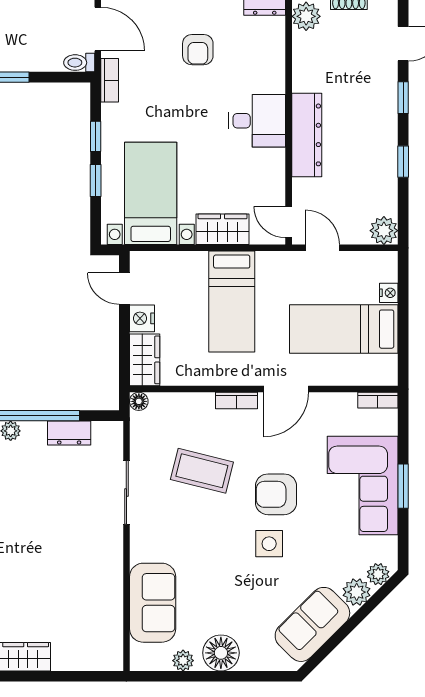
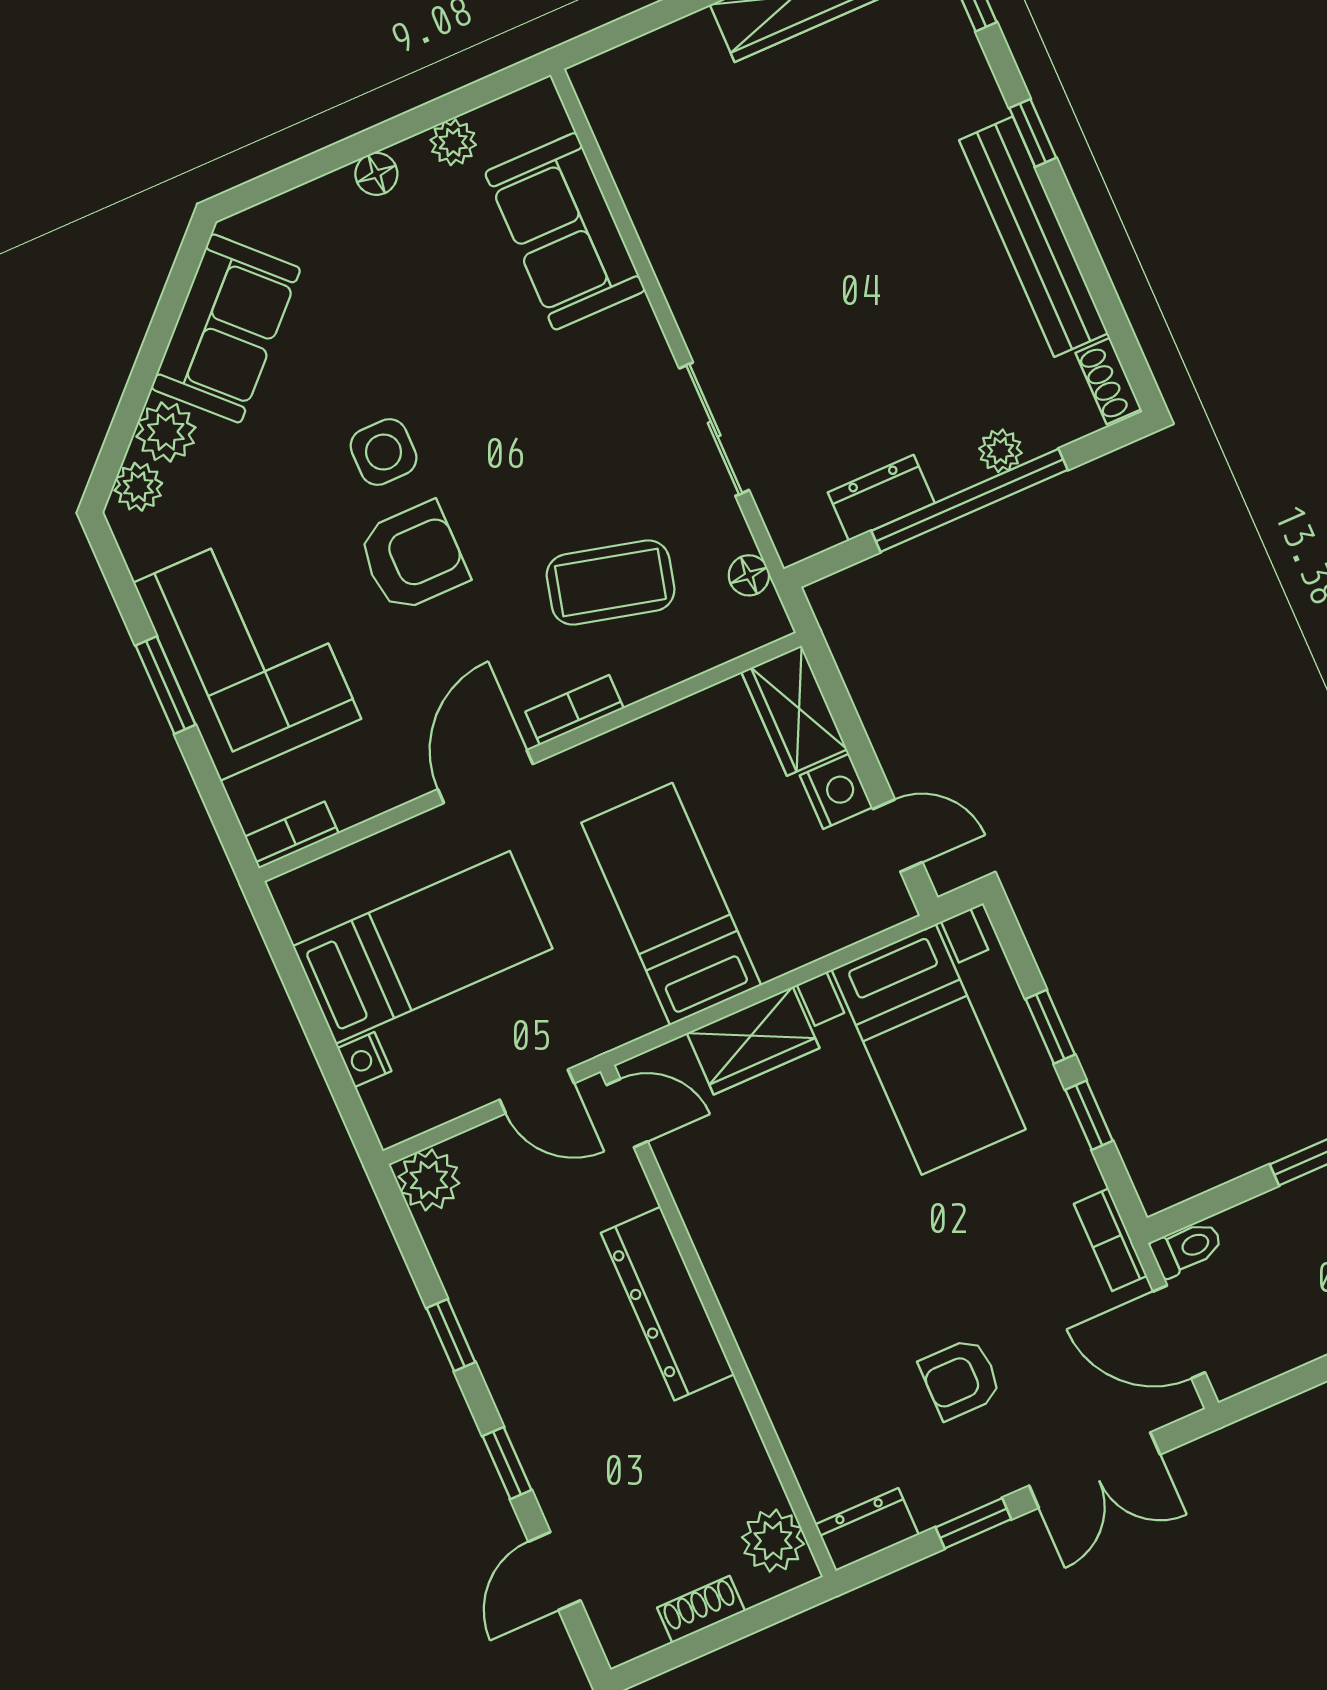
armchair: (198, 50) -> (961, 1379), turned -90
desk: (257, 121) -> (780, 1288), removed
floor lamp: (139, 401) -> (749, 575), moved
coffee table: (202, 471) -> (611, 583), moved
floor lamp: (221, 653) -> (376, 174), width x0.53, depth x0.53

